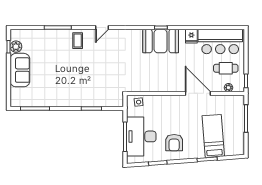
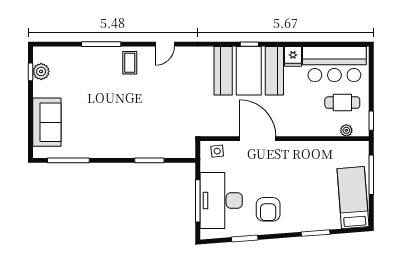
booth: (161, 41) -> (249, 71), width x1.36, depth x1.42
sofa: (20, 70) -> (47, 122), moved
door: (198, 93) -> (258, 139), moved
bed: (213, 136) -> (353, 198), moved

